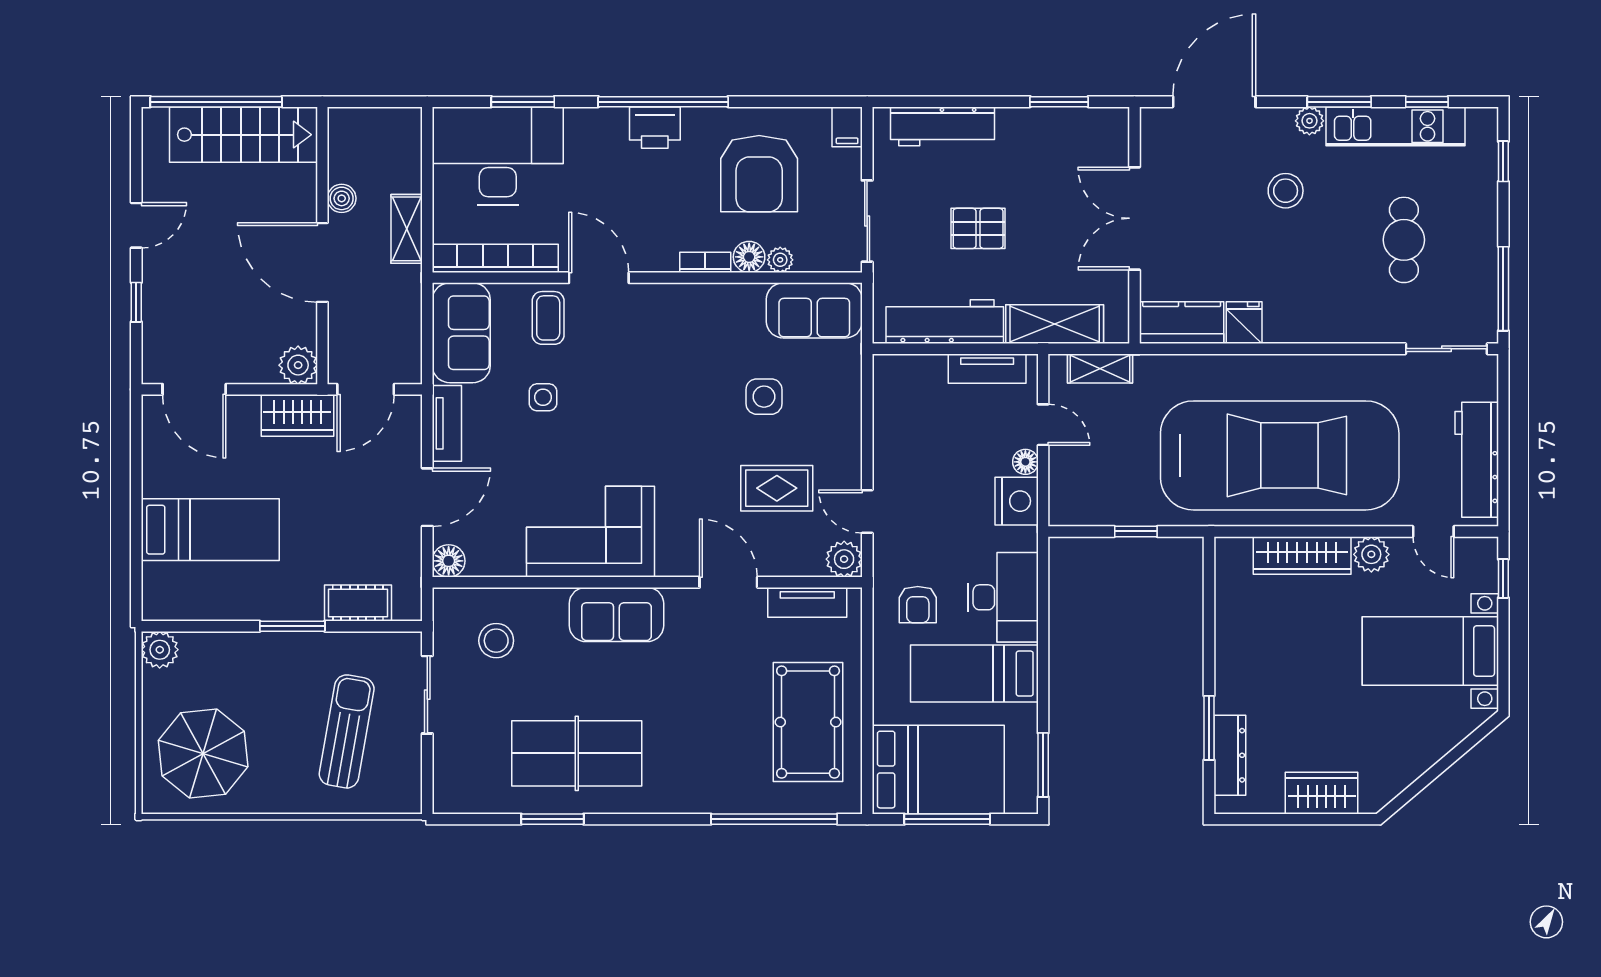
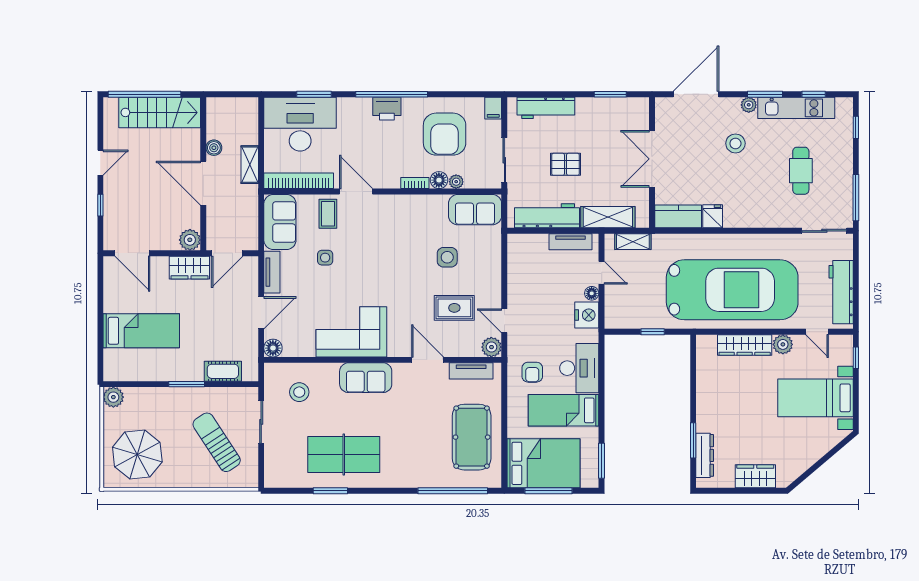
sun lounger: (347, 731) -> (217, 442), turned -43

